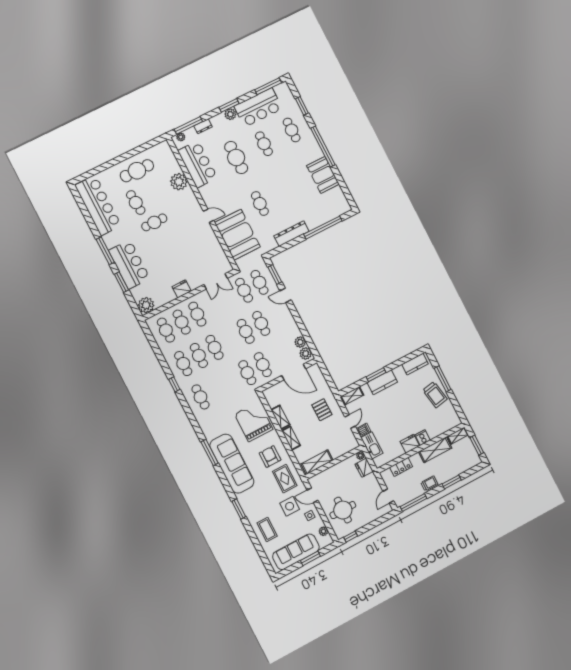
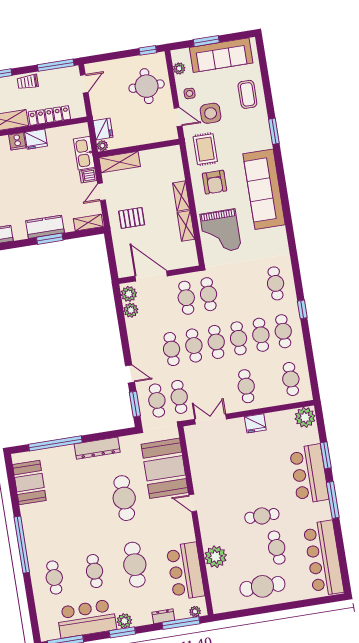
window: (302, 106) -> (31, 604), removed
booth: (323, 175) -> (29, 483), moved
cafe table: (260, 204) -> (124, 498), width x1.37, depth x1.35
cafe table: (182, 322) -> (216, 342), moved
pallet: (322, 410) -> (132, 218), turned 90
window: (210, 452) -> (287, 212), removed
shelving: (317, 462) -> (120, 162), moved
locker: (401, 467) -> (49, 115), width x1.53

